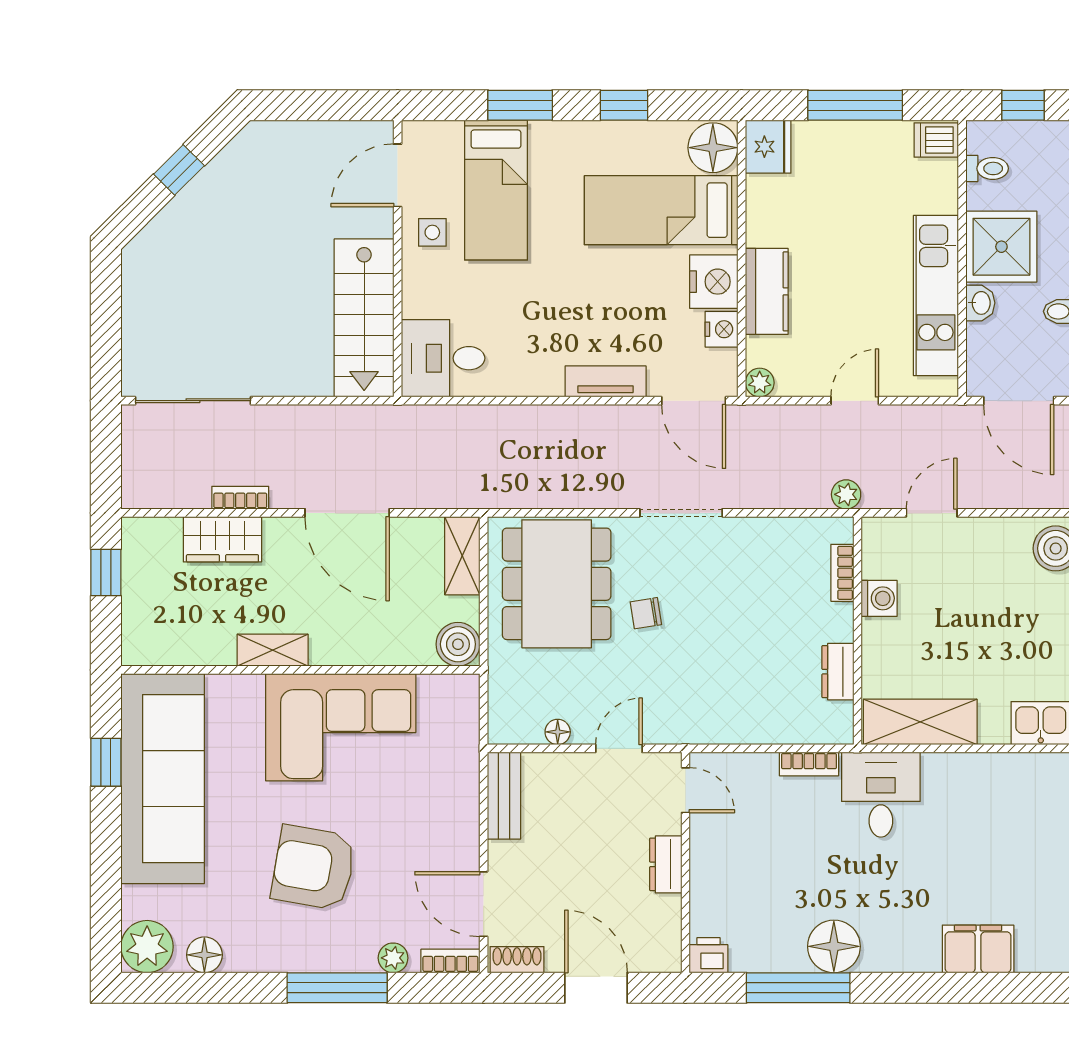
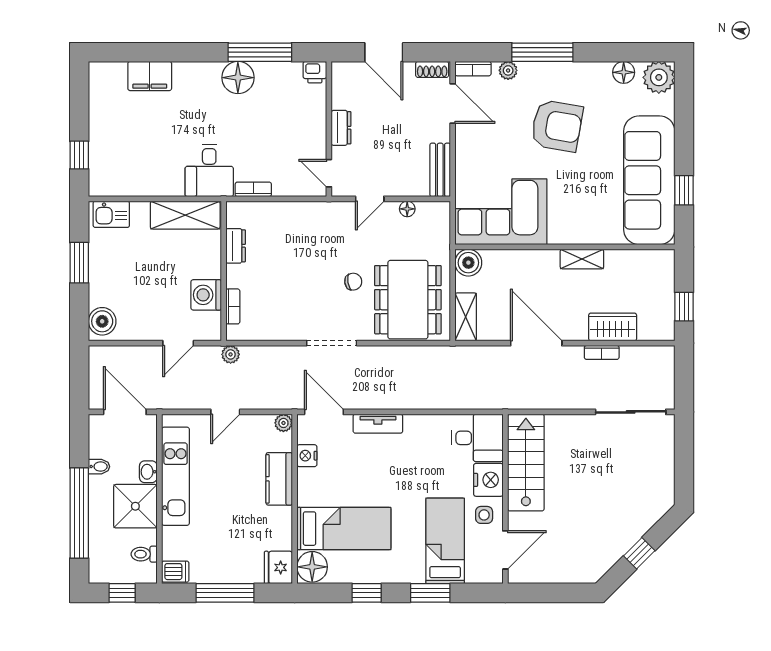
nightstand: (714, 282) -> (488, 480), moved, turned 180
washing machine: (879, 598) -> (206, 295), width x1.38, depth x1.38
corner sofa: (341, 727) -> (501, 212), moved

